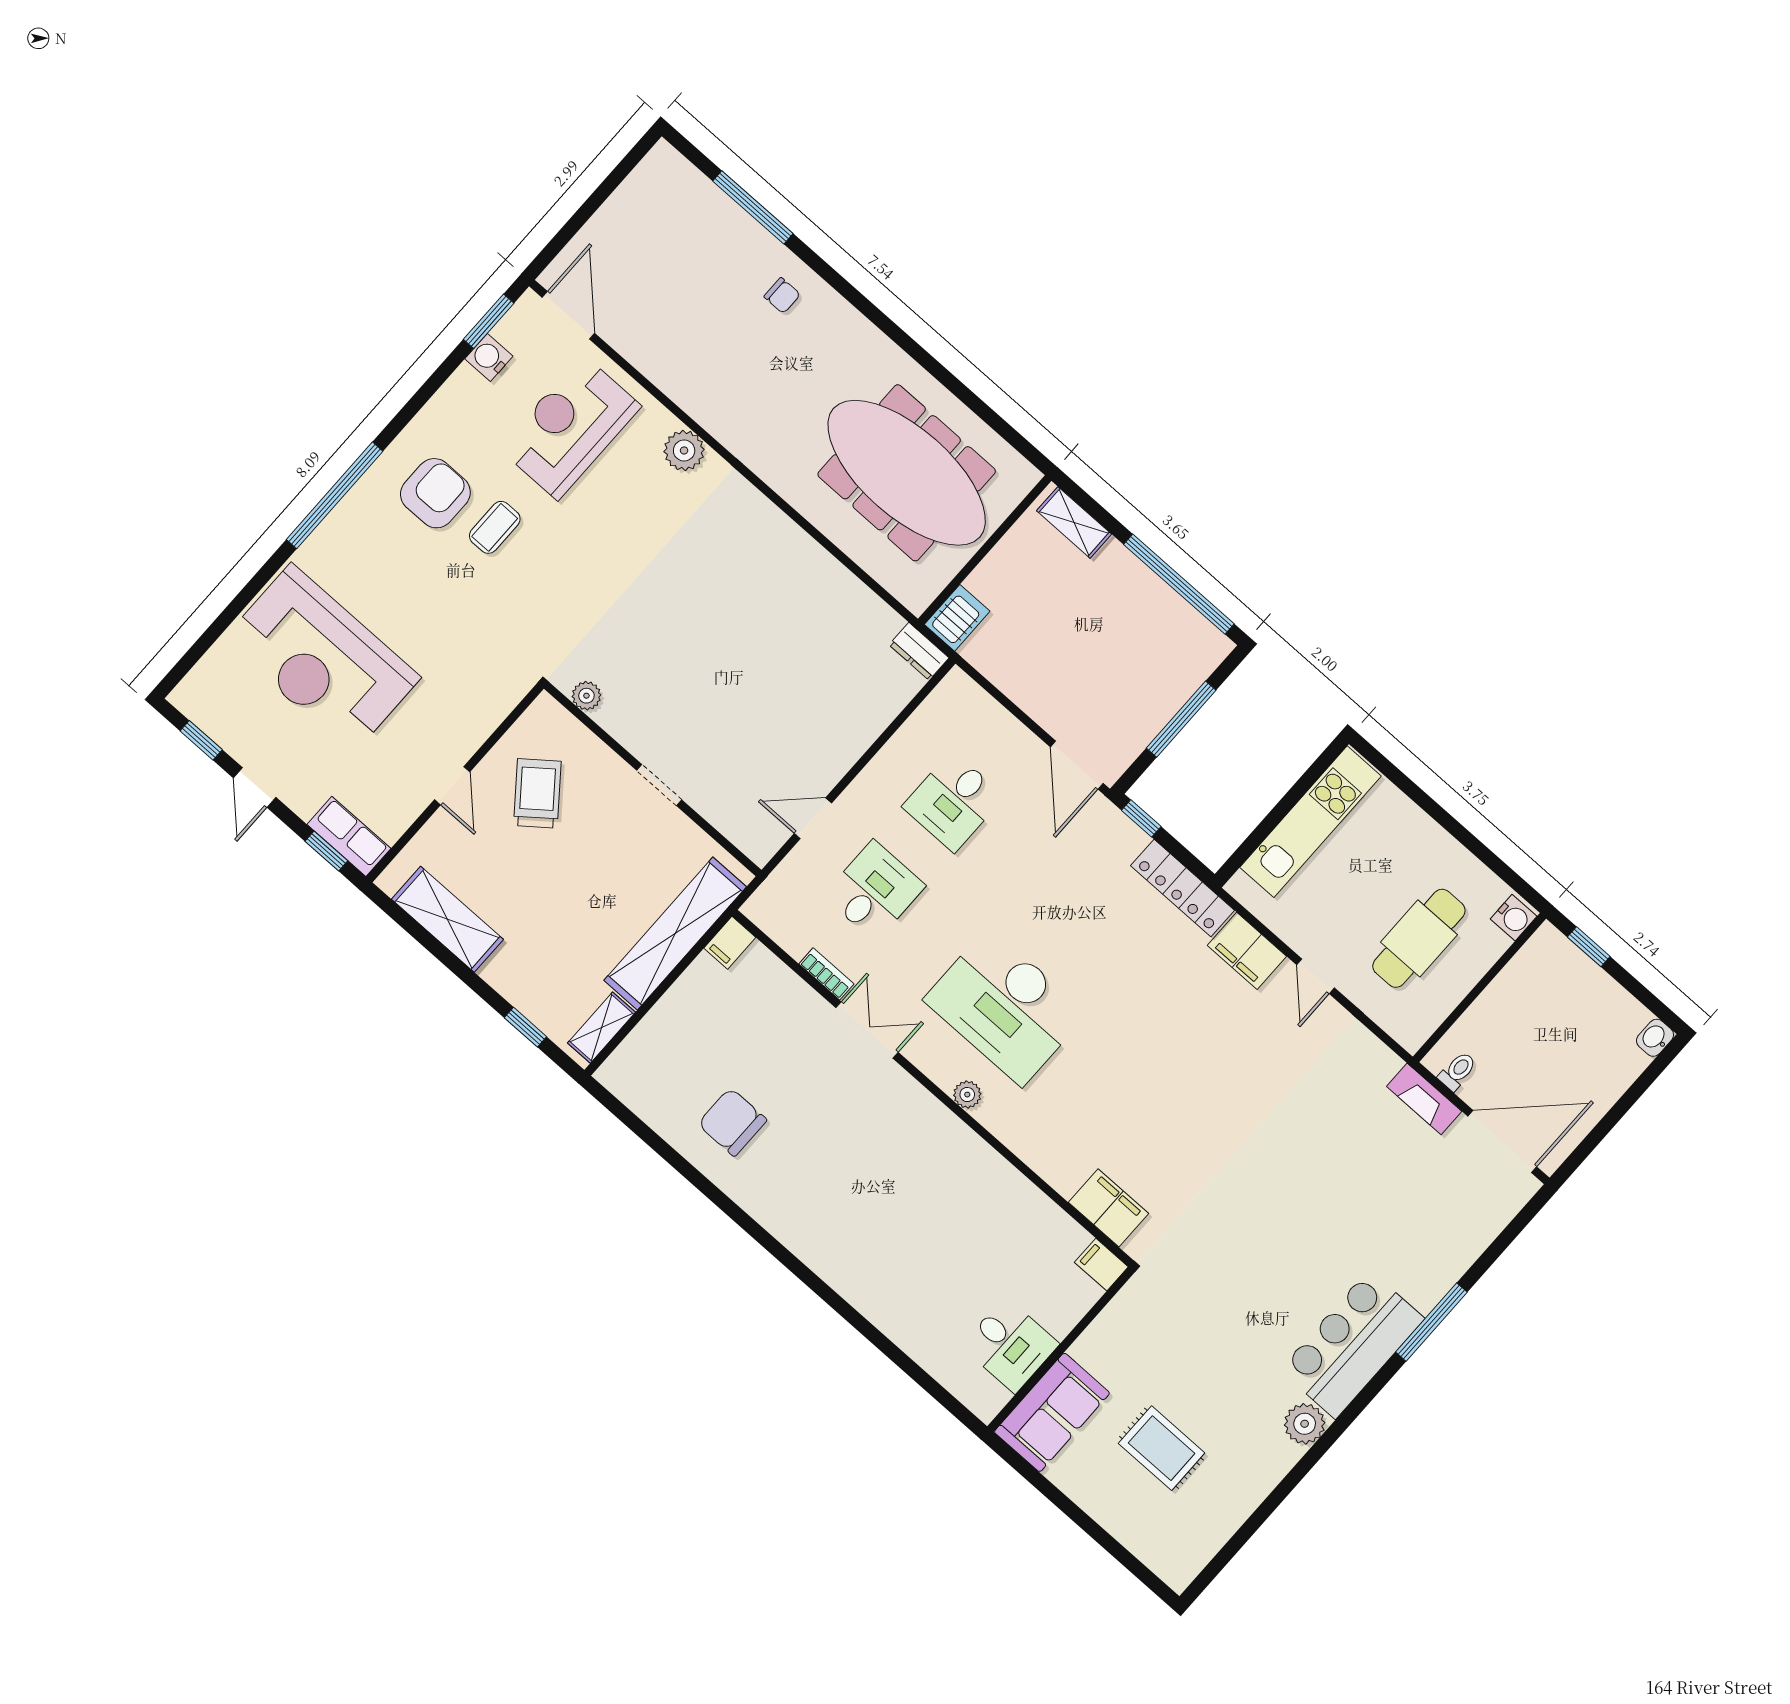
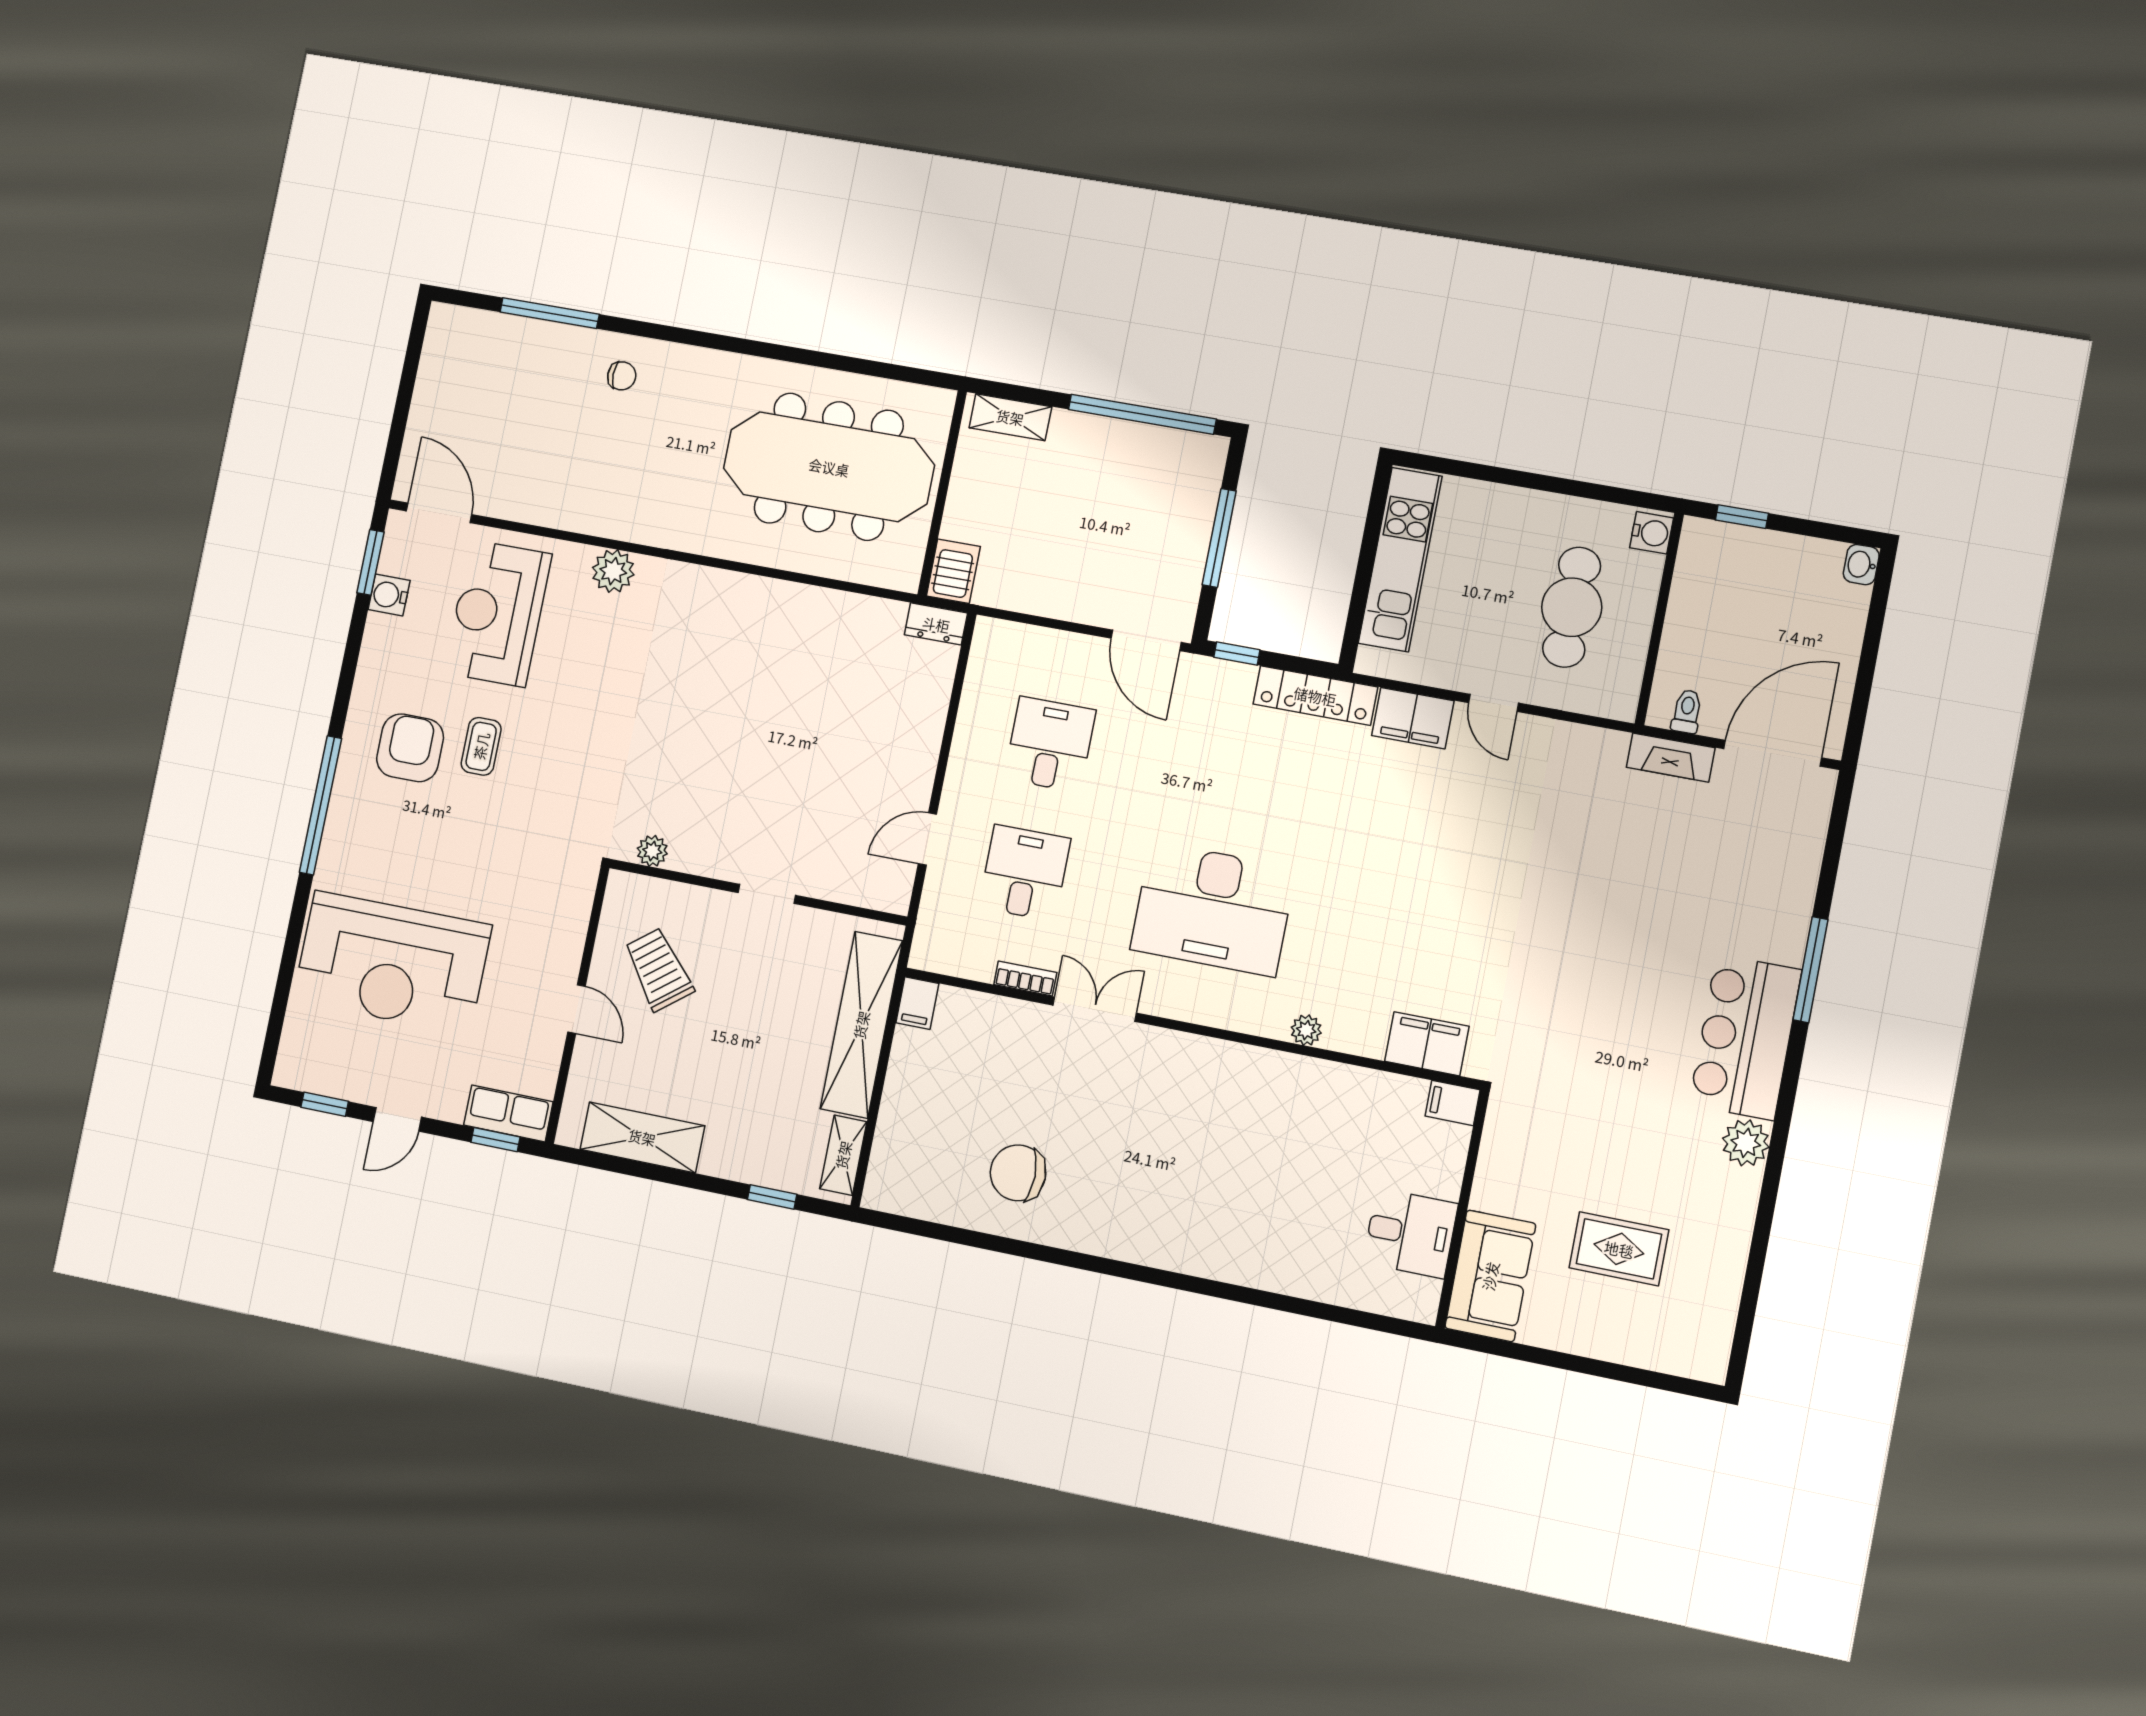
door: (255, 788) -> (397, 1119), hinge flipped
desk: (953, 801) -> (1050, 744), turned 180
plant: (967, 1095) -> (1306, 1030), moved

